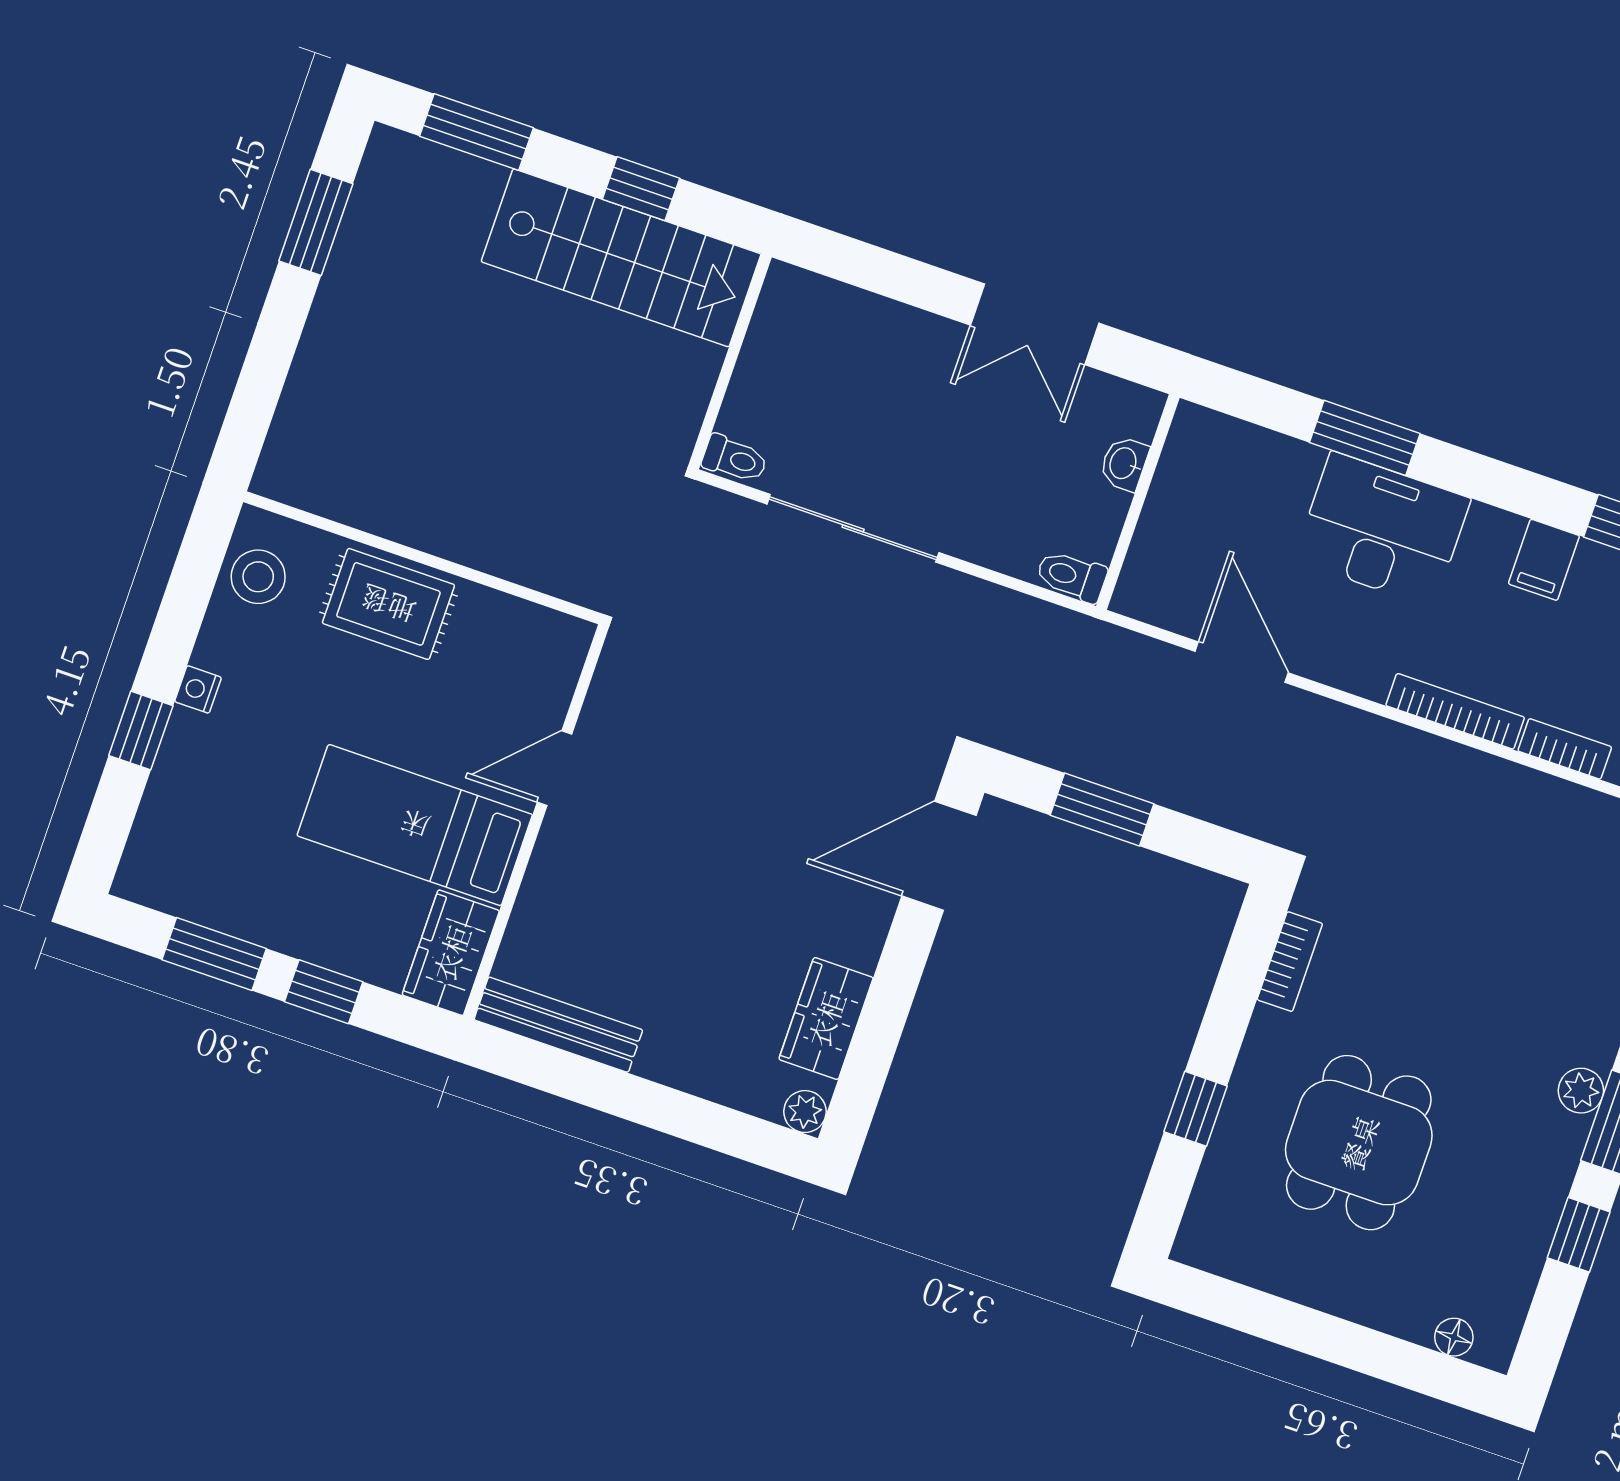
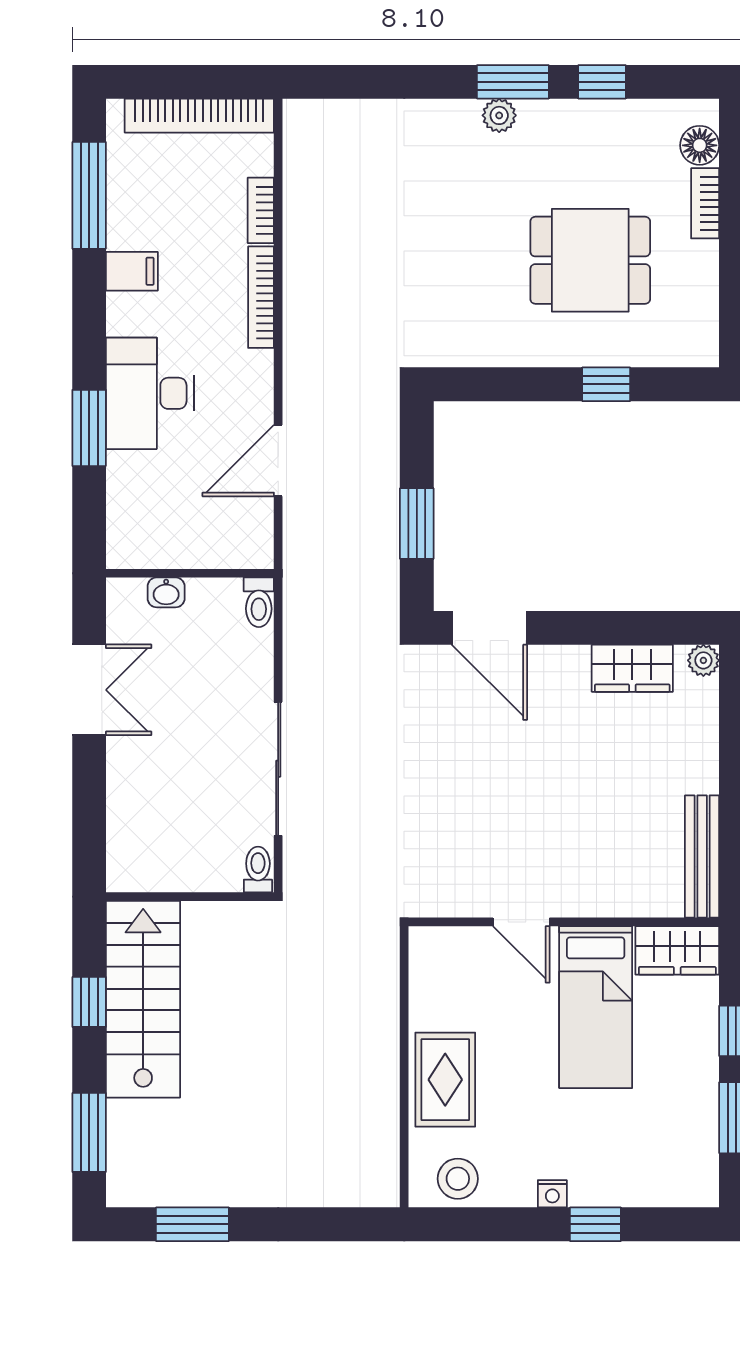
bookcase: (1290, 962) -> (705, 203), moved, turned -90
floor lamp: (1454, 1337) -> (700, 145), width x1.37, depth x1.37

